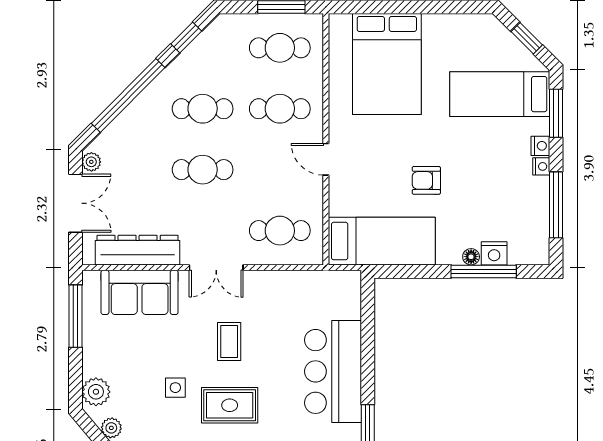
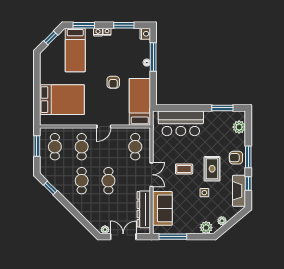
window: (128, 96) -> (76, 213), removed
window: (556, 205) -> (124, 25), width x0.69
nightstand: (494, 253) -> (145, 34), moved
bar counter: (333, 371) -> (181, 123), moved

